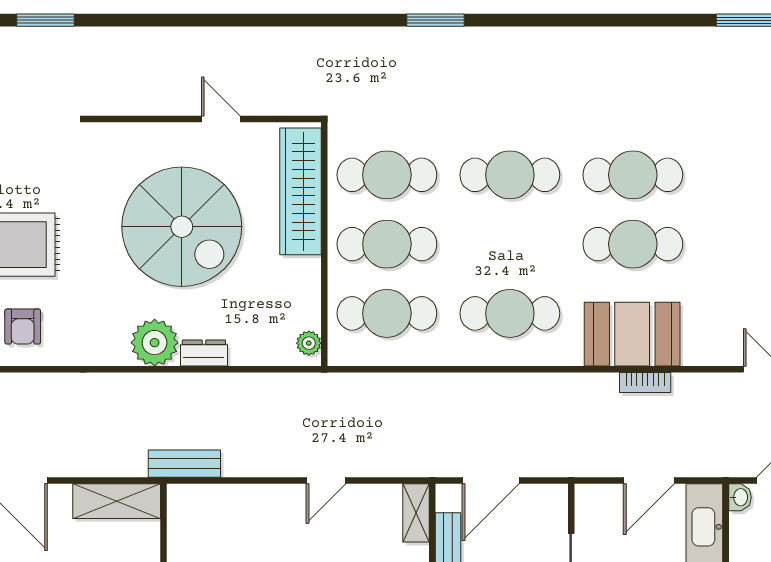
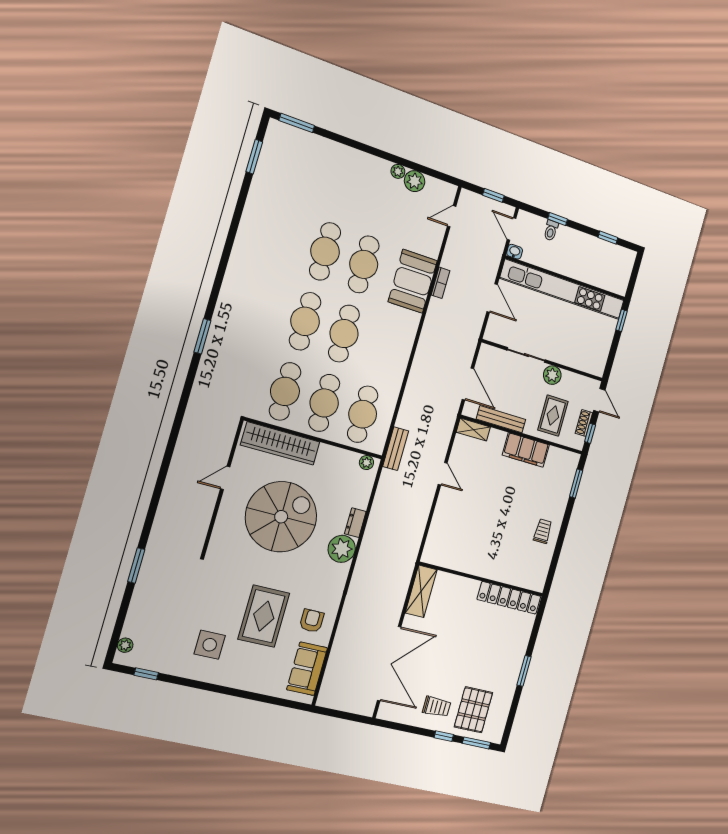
cafe table: (510, 313) -> (344, 334), moved
armchair: (23, 327) -> (312, 621), turned -90
bench: (184, 464) -> (396, 449), moved

